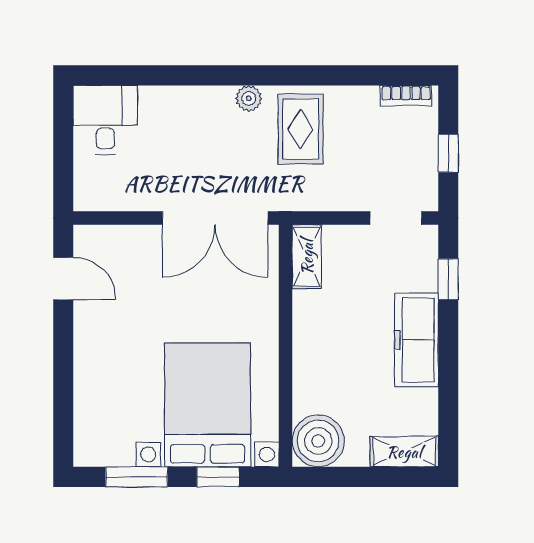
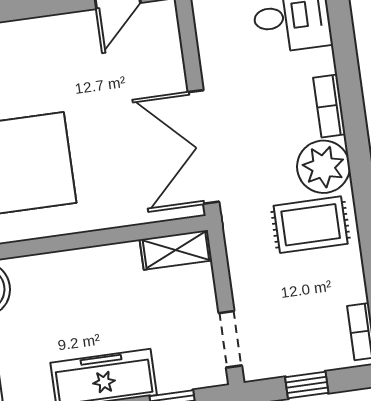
bookcase: (193, 97) -> (329, 106), added
plant: (249, 98) -> (323, 167), width x1.88, depth x1.88

